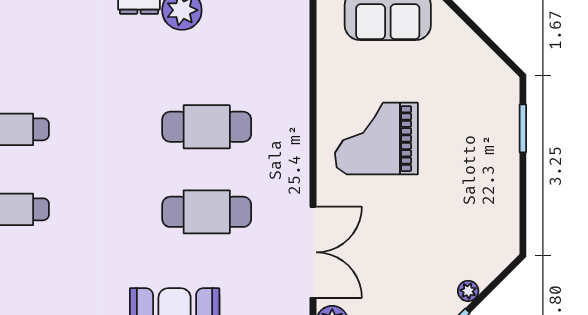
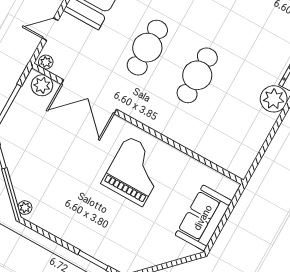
plant: (468, 291) -> (25, 208), moved

